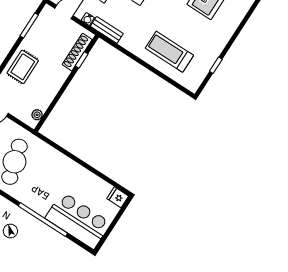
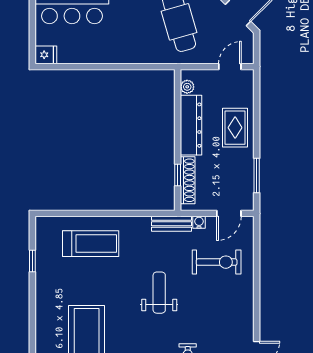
dresser: (51, 88) -> (191, 125), added

